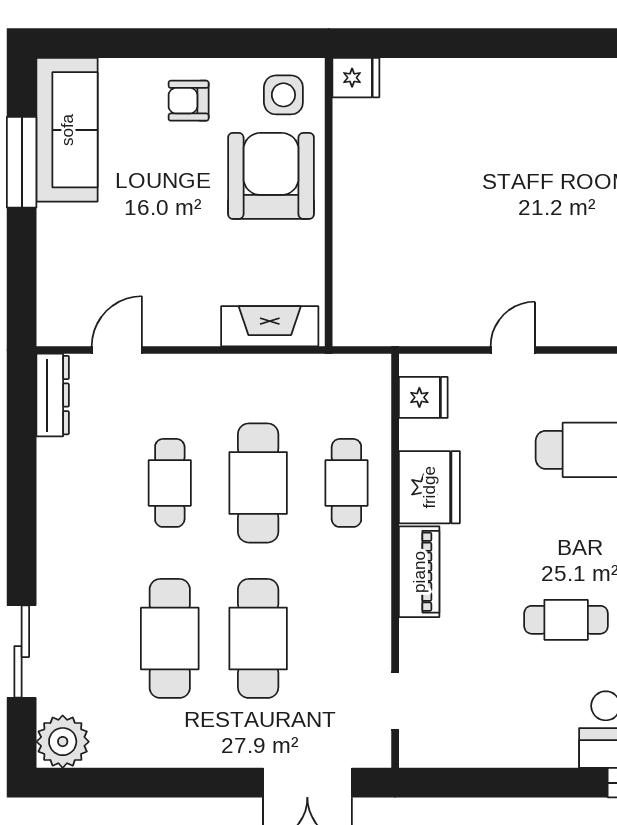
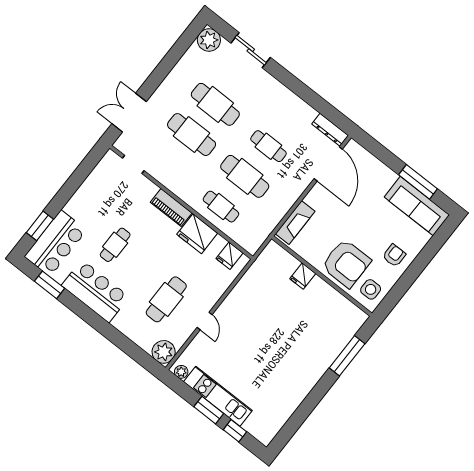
window: (437, 43) -> (347, 356), added
fridge: (356, 78) -> (303, 276), moved
door: (117, 350) -> (328, 164), width x1.88
door: (513, 350) -> (205, 321), moved

